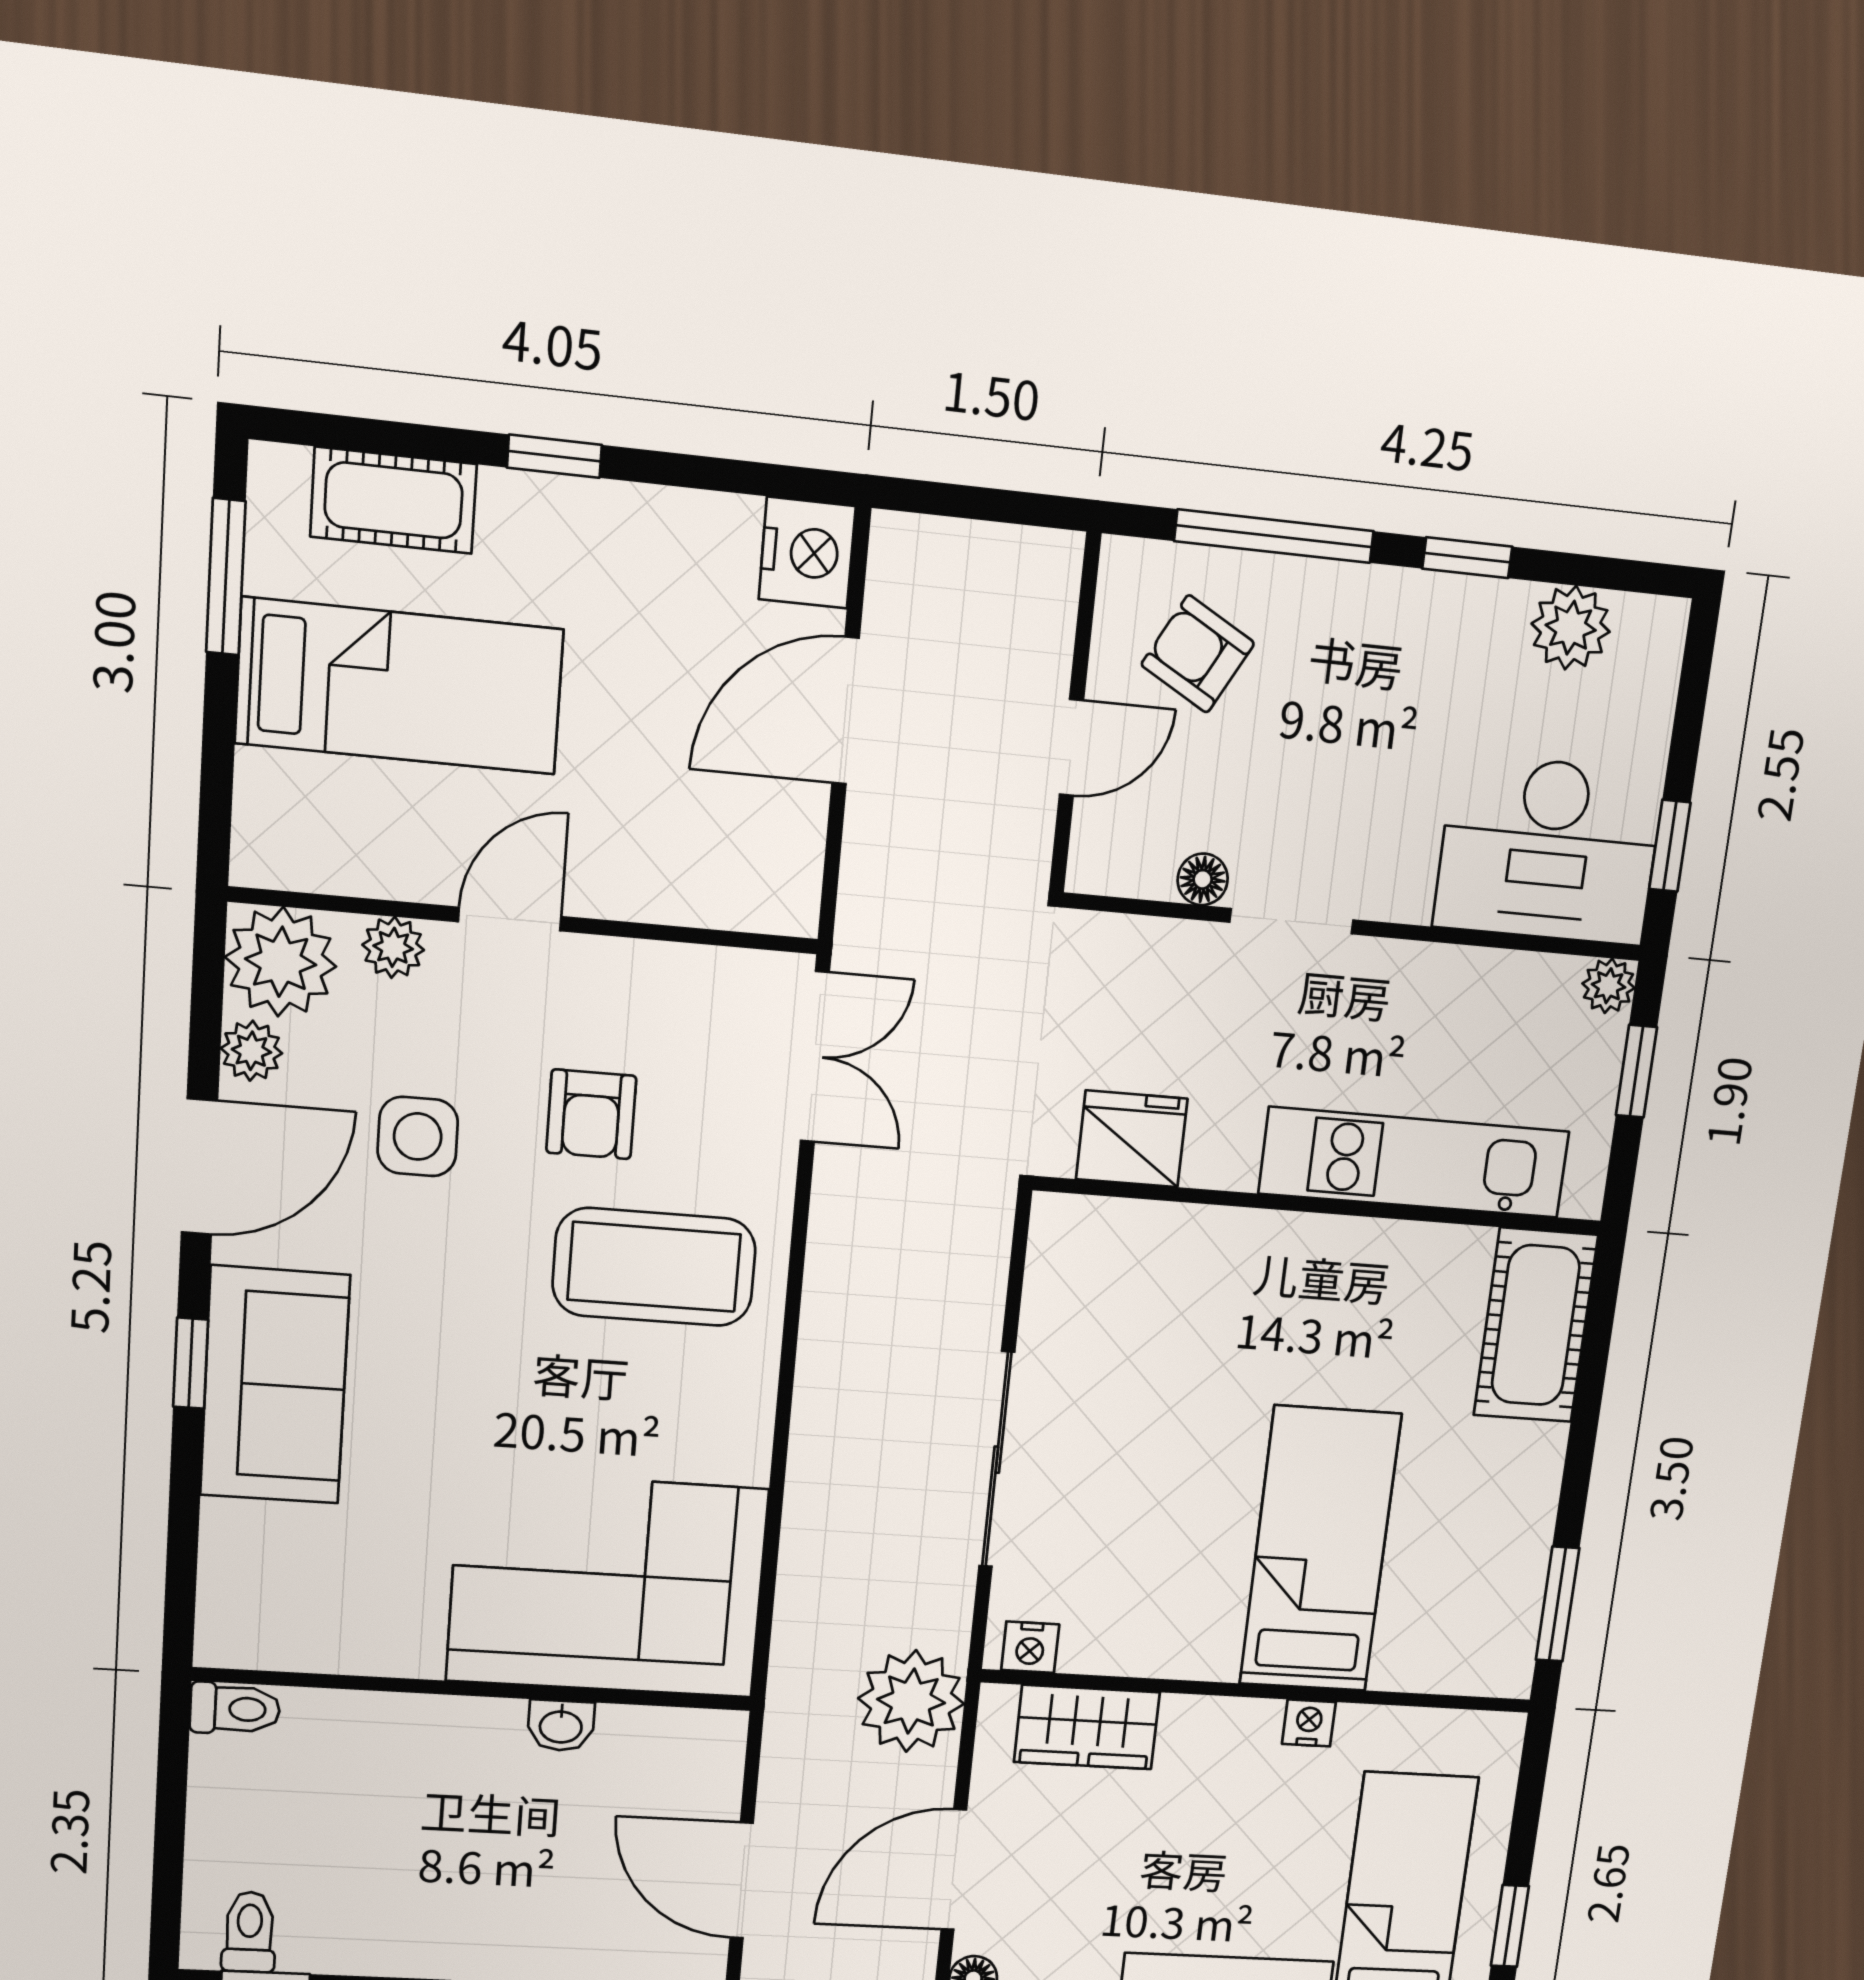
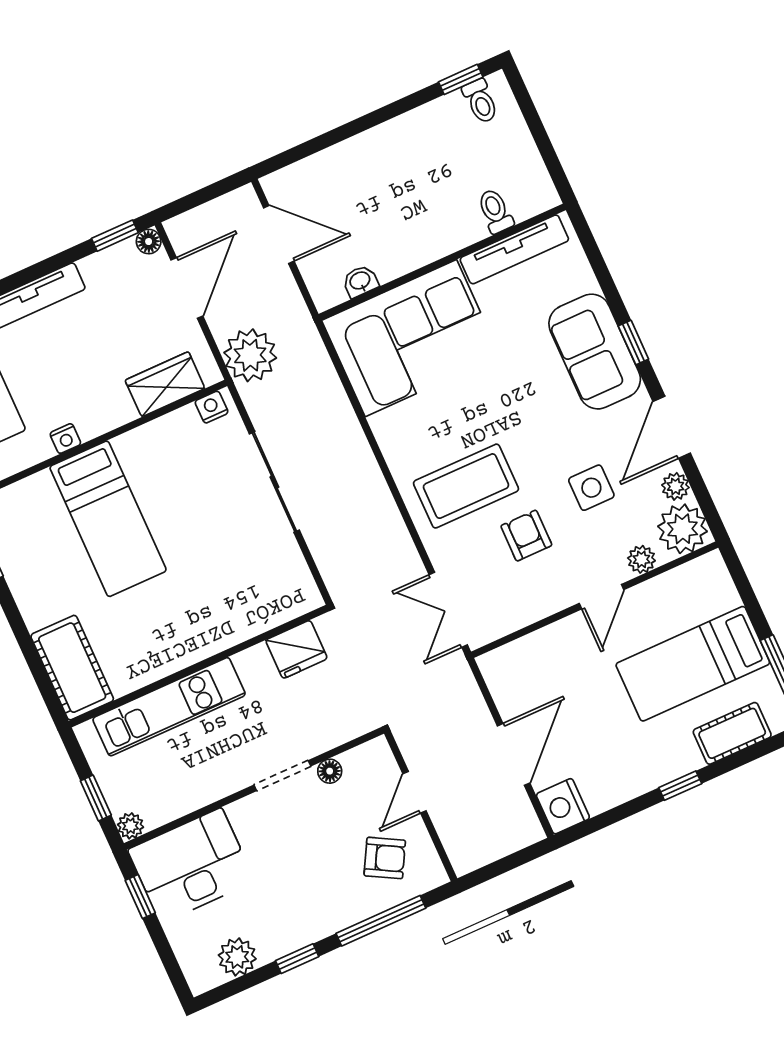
tv unit: (328, 1645) -> (514, 249), added
toilet: (235, 1709) -> (495, 211), moved, turned 90
washbasin: (561, 1726) -> (360, 281), moved

